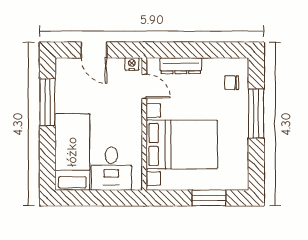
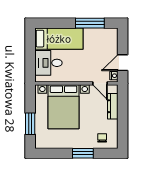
door: (94, 50) -> (123, 63), moved
door: (144, 86) -> (100, 83), hinge flipped
window: (256, 114) -> (83, 153), width x0.69

